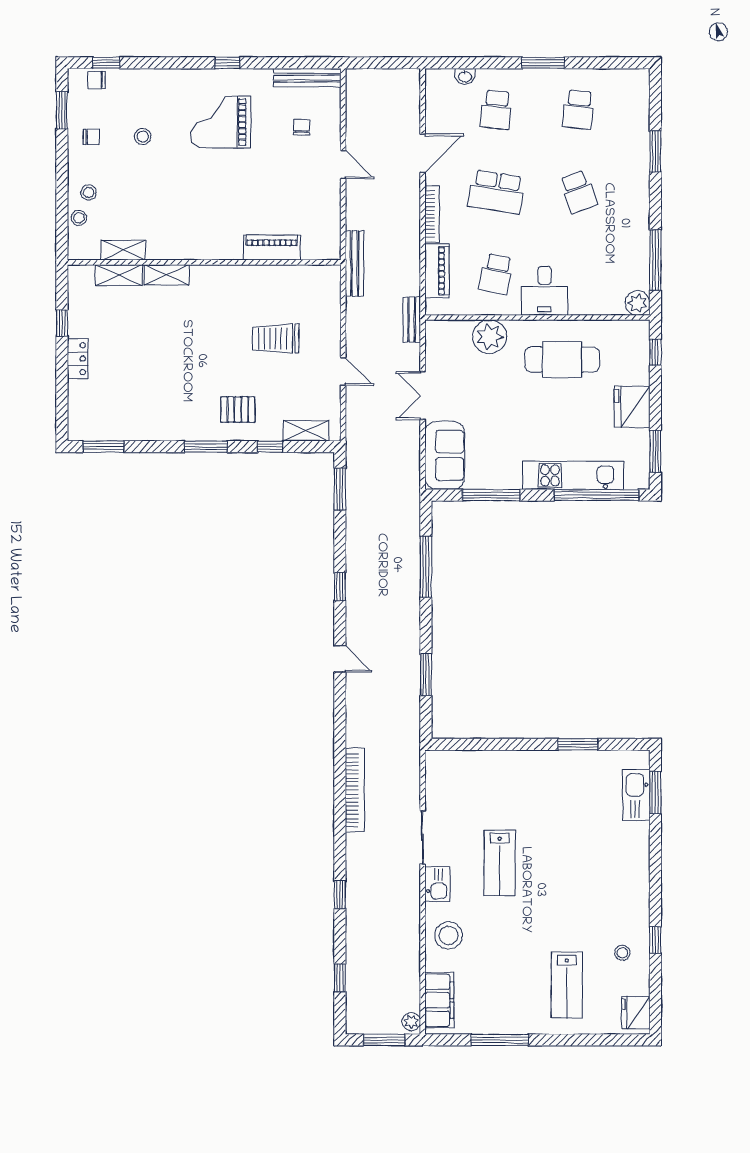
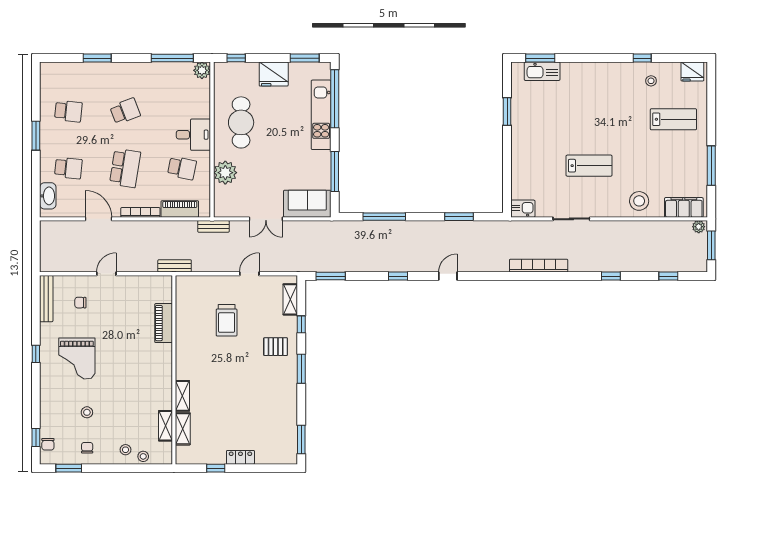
washbasin: (465, 76) -> (48, 196), width x1.91, depth x1.45
bench: (355, 263) -> (175, 266), width x0.73
pallet: (238, 409) -> (276, 347), turned 90
kitchen sink: (437, 884) -> (523, 209), moved

